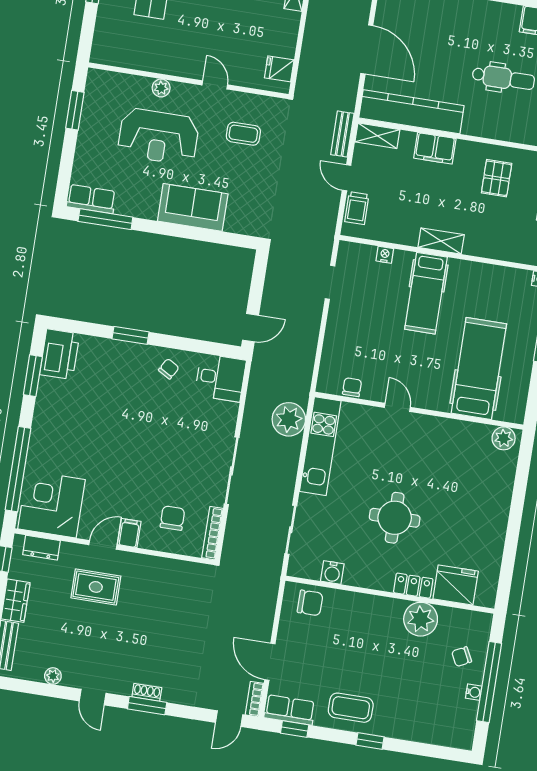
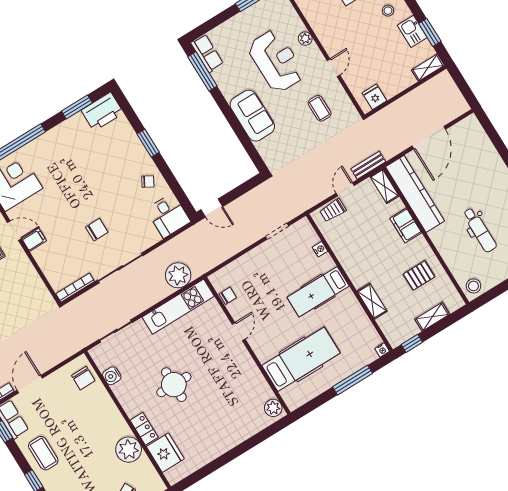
reception desk: (158, 137) -> (276, 61), turned 180
shelving: (441, 241) -> (372, 301), moved
chair: (172, 518) -> (97, 230), moved

